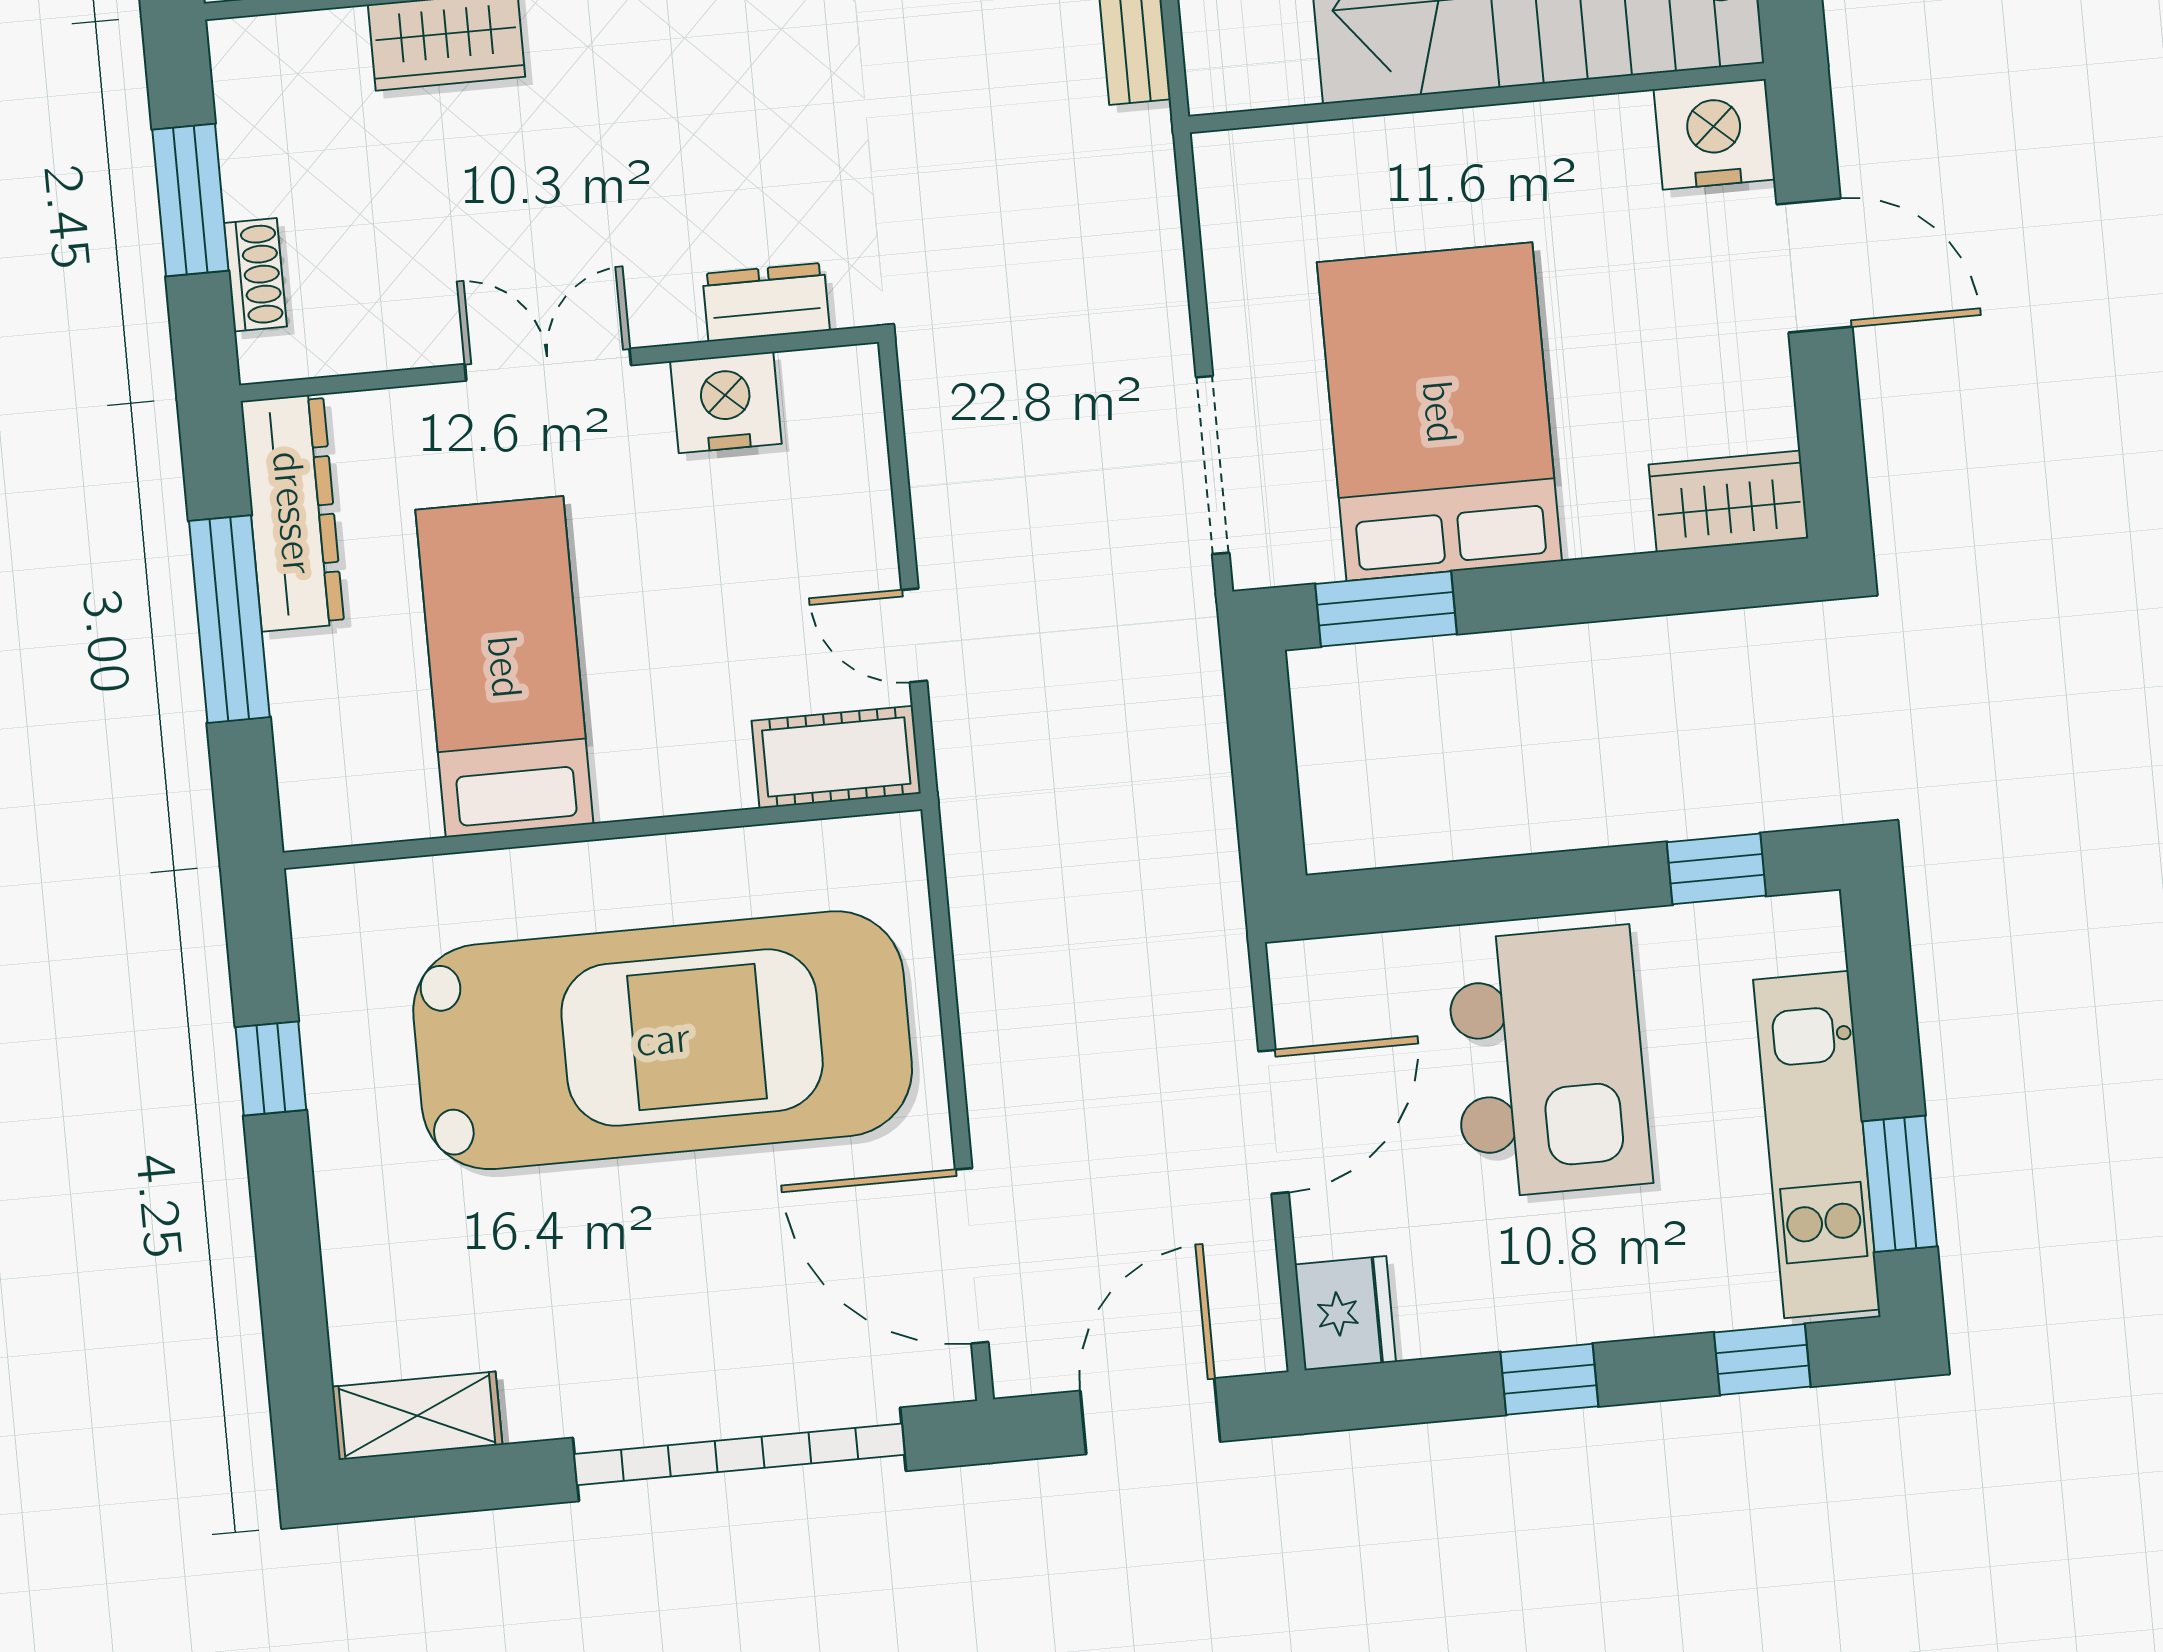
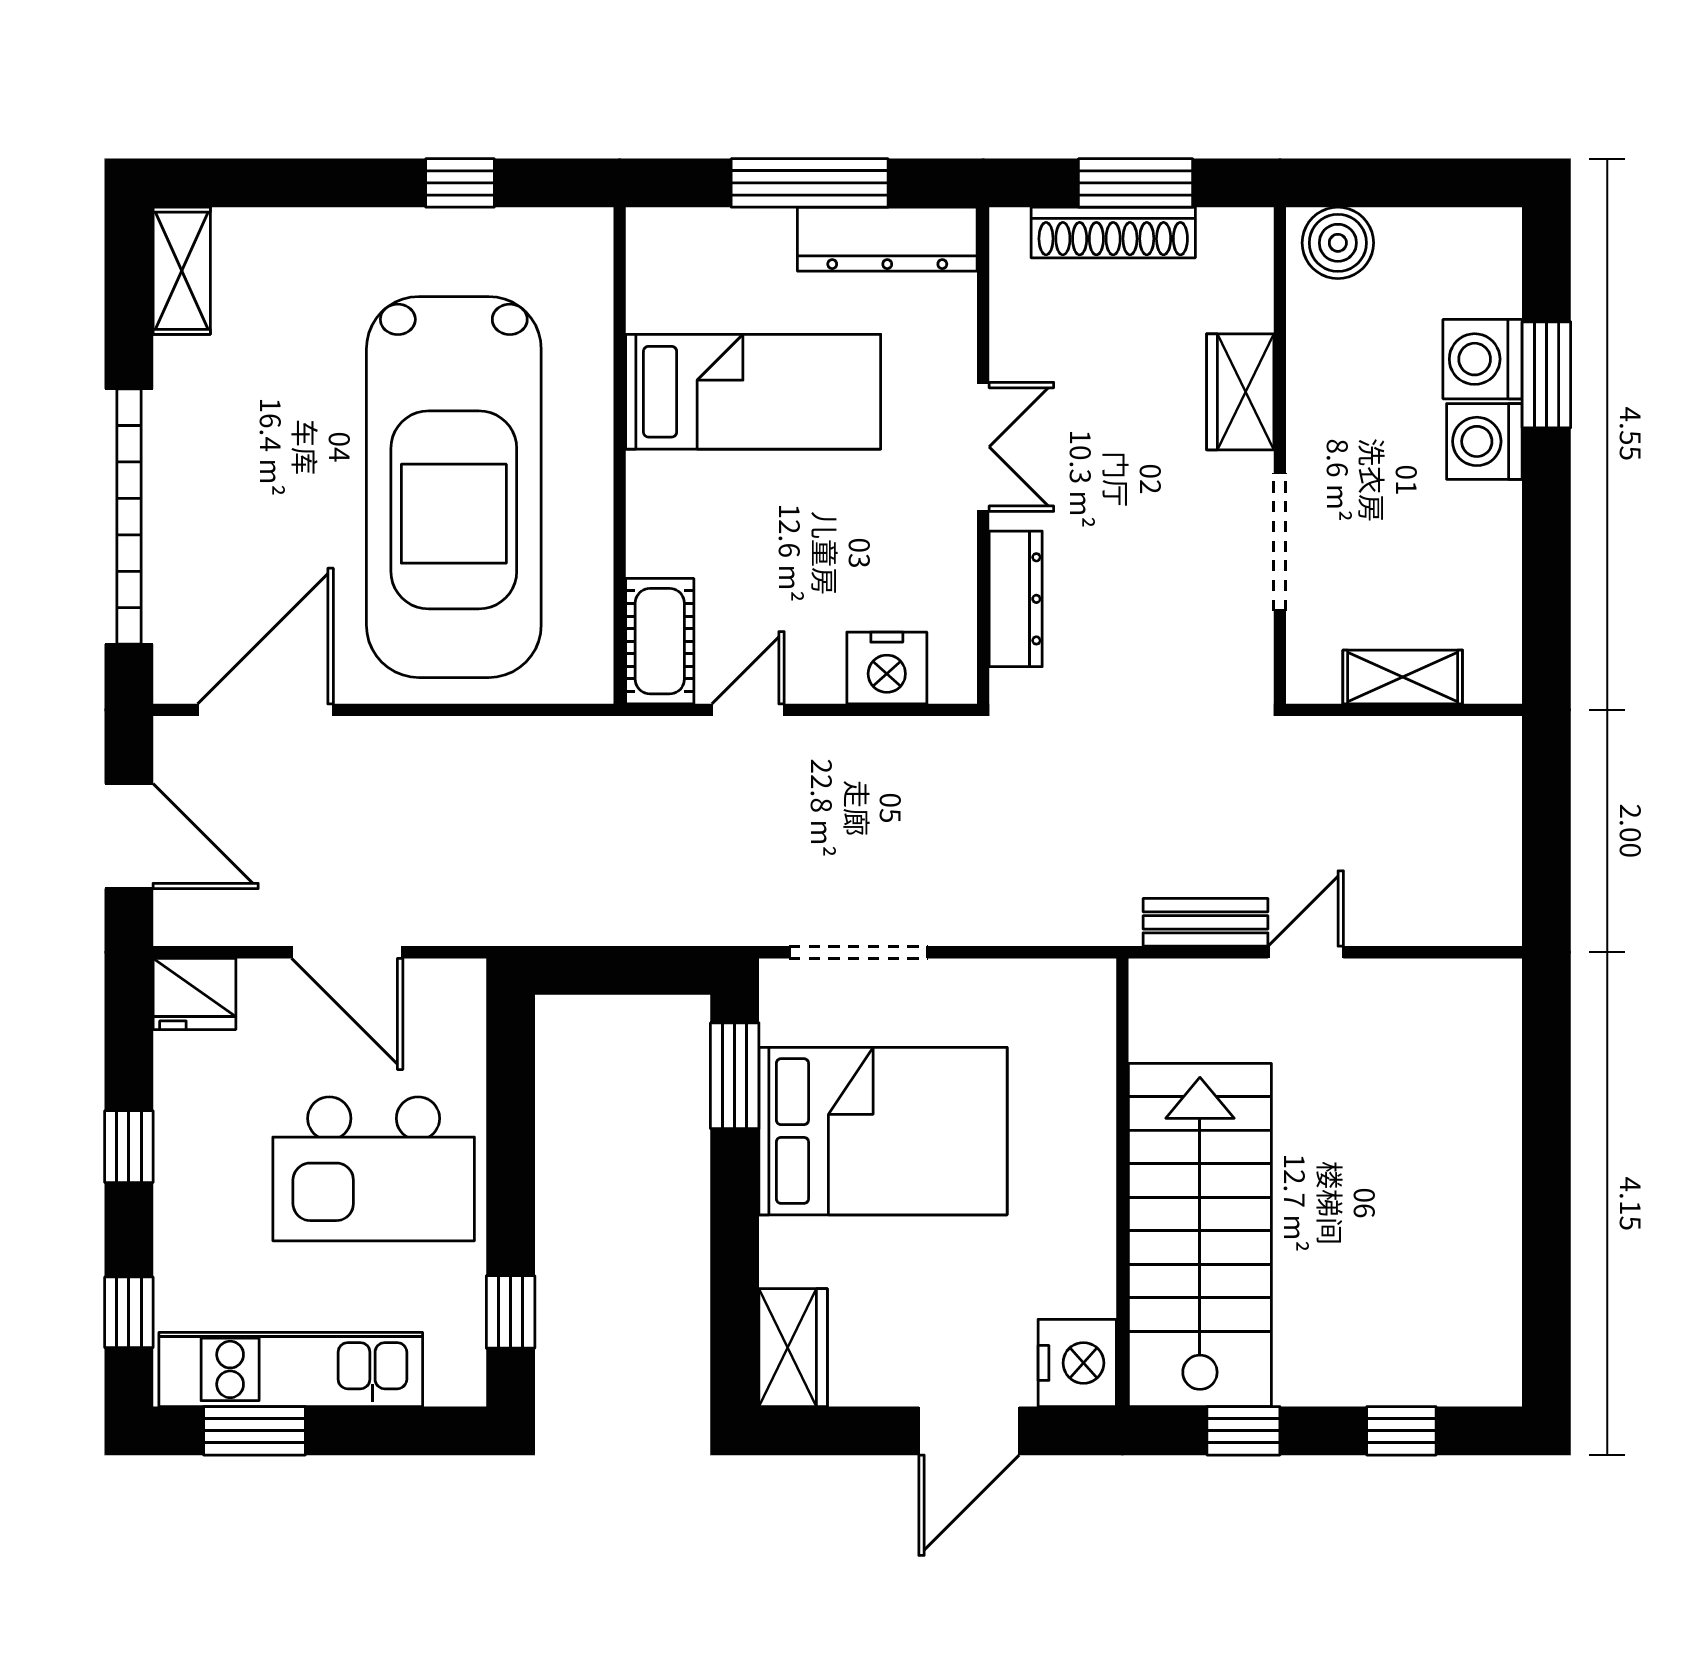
shoe rack: (255, 275) -> (1113, 232), width x1.94, depth x1.24
dresser: (766, 302) -> (1016, 599), width x1.44
nightstand: (726, 403) -> (887, 668), moved, turned 90

